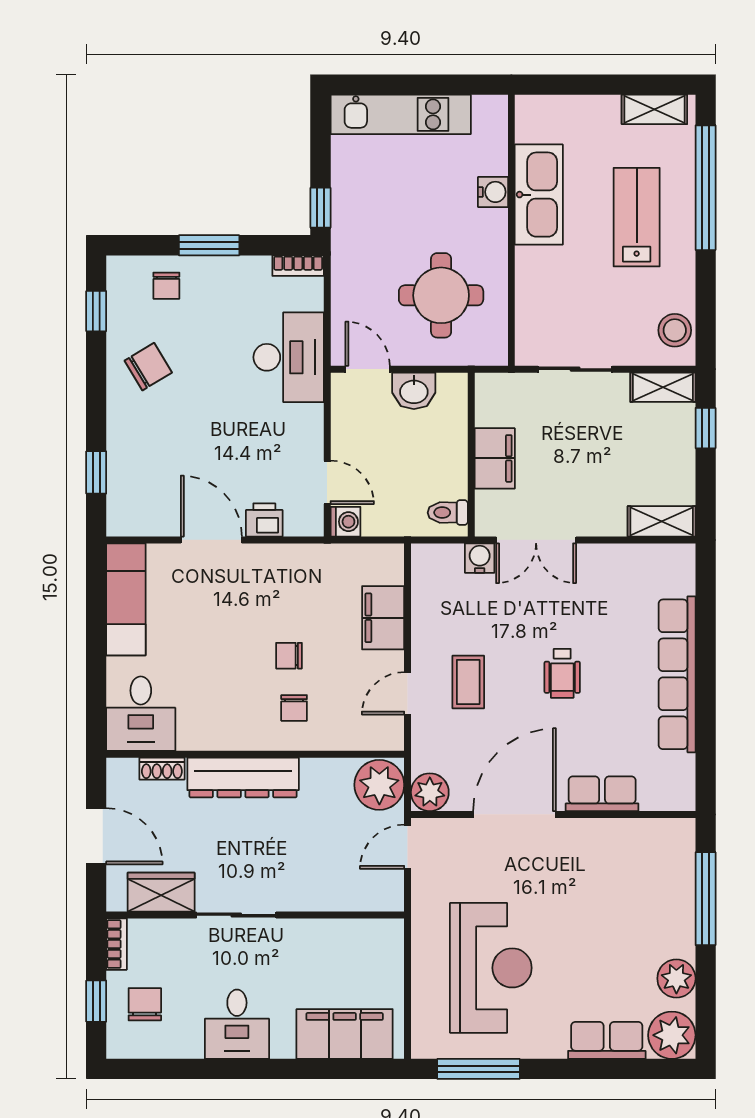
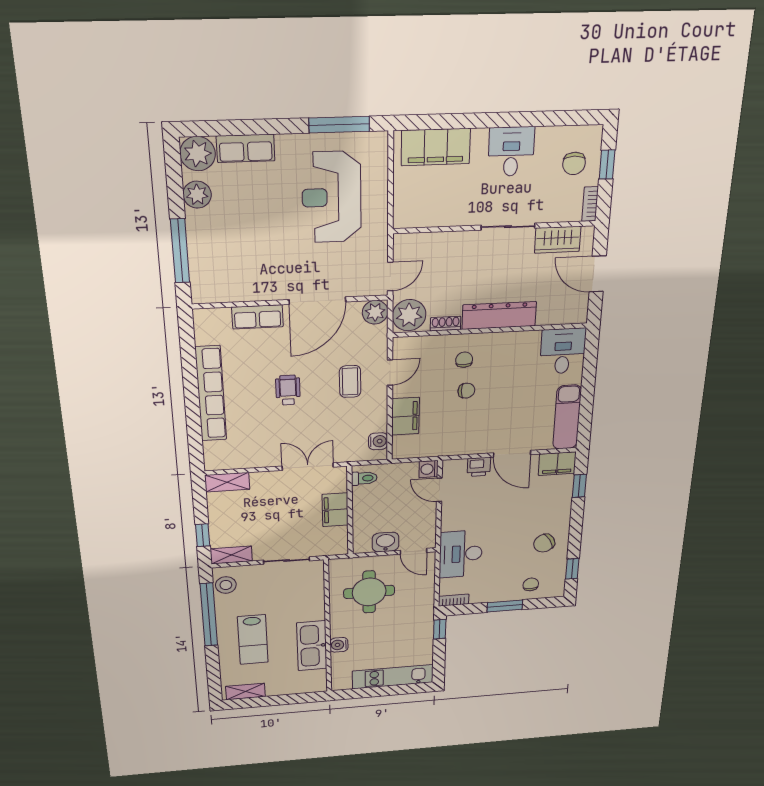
window: (706, 188) -> (209, 615), moved
filing cabinet: (136, 517) -> (557, 464), added
water cooler: (480, 558) -> (378, 441), moved, turned -90
shoe rack: (162, 769) -> (446, 324), moved

